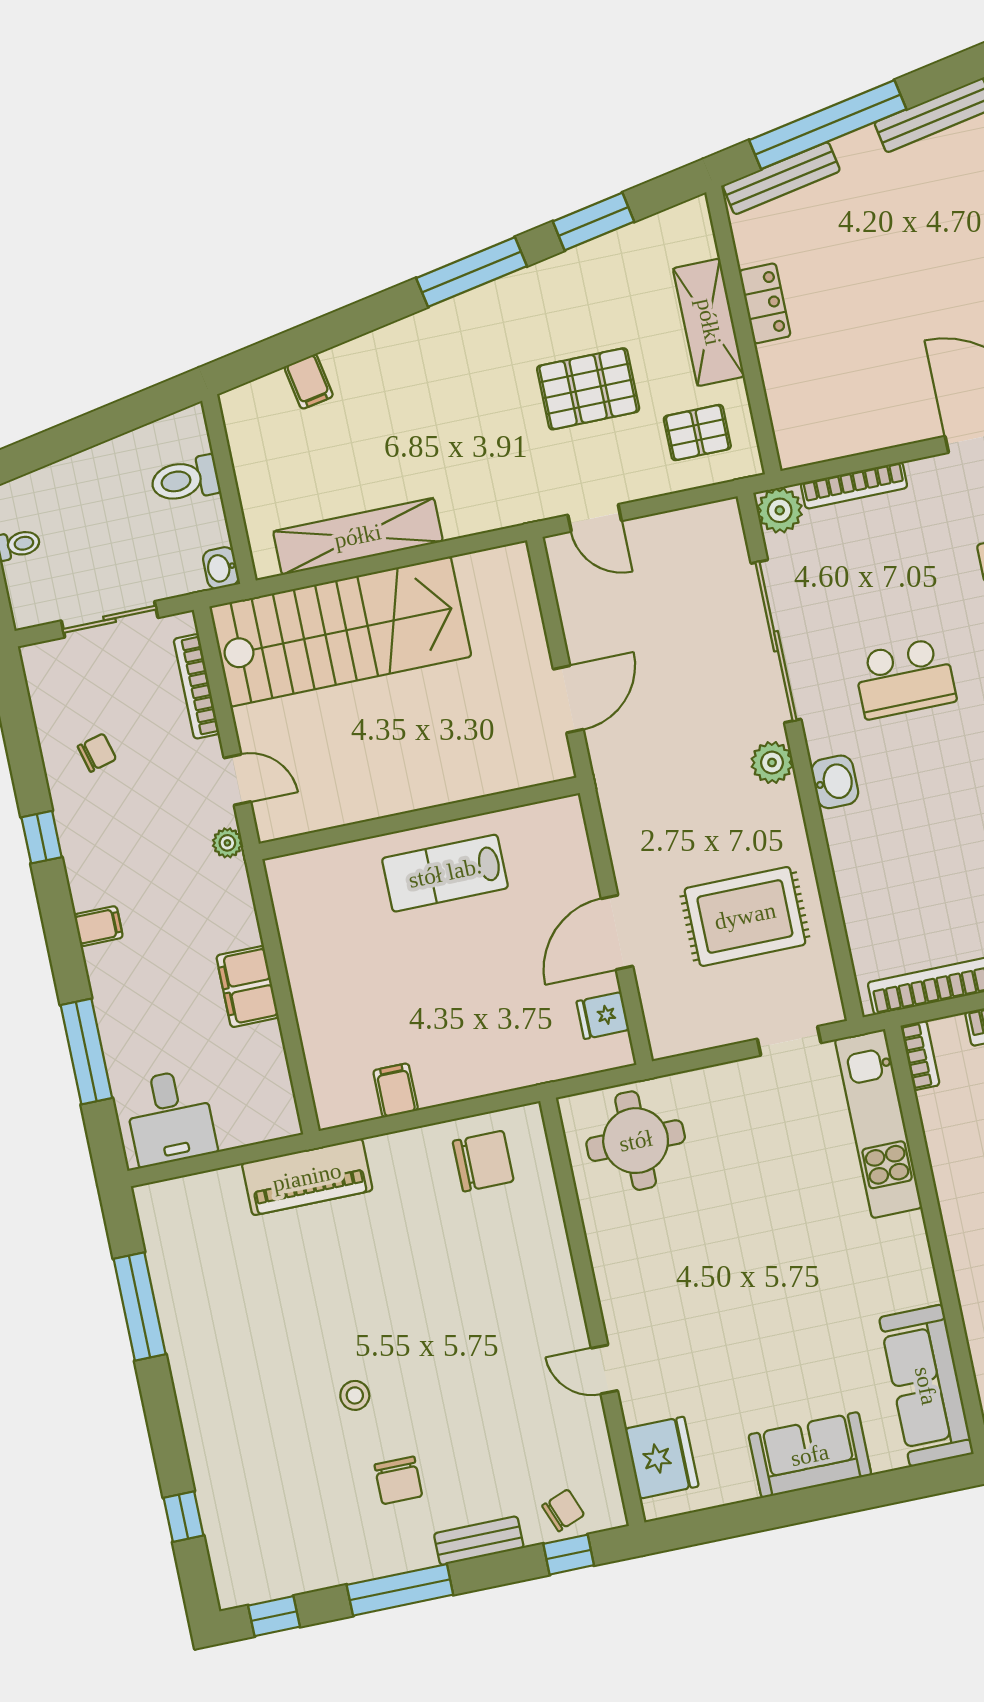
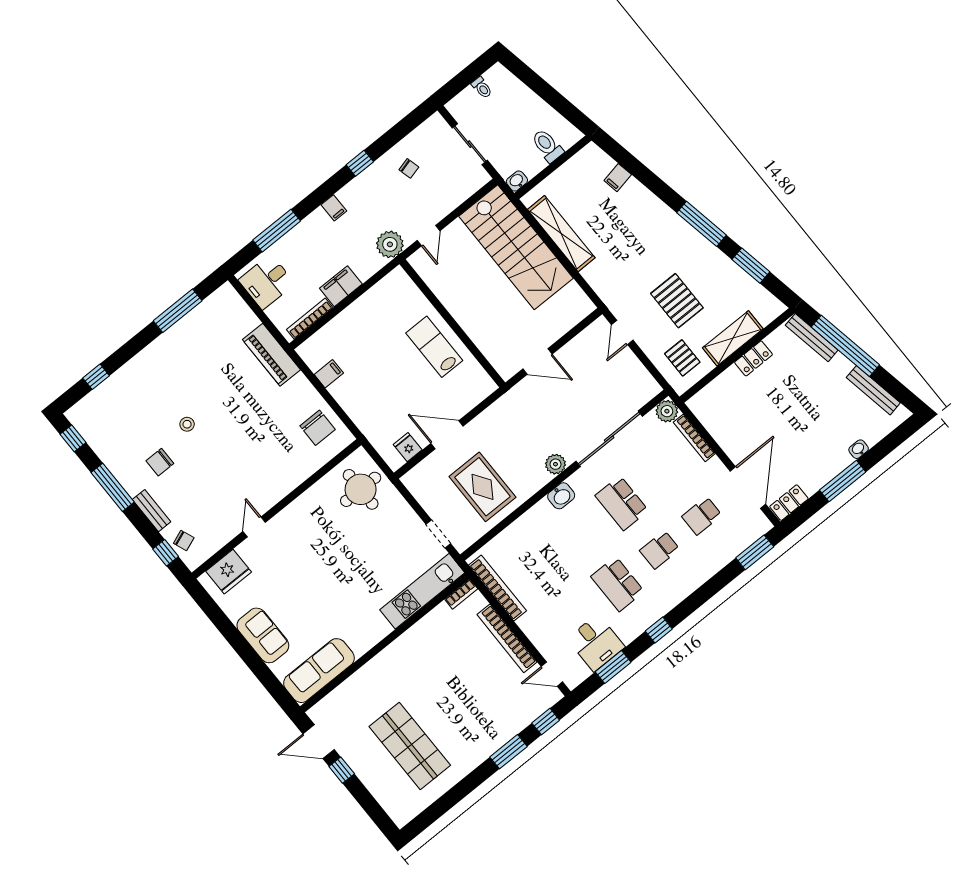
bookcase: (197, 686) -> (310, 319), moved
plant: (227, 843) -> (390, 244), width x1.87, depth x1.87

